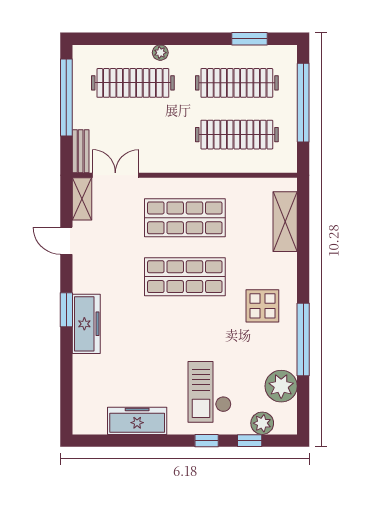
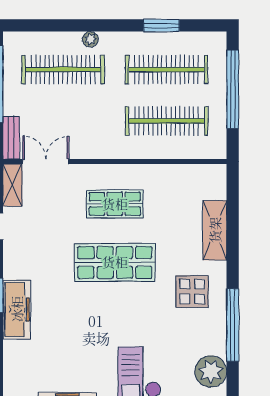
window: (249, 39) -> (161, 25), moved
shop shelf: (185, 218) -> (115, 204), width x0.70, depth x0.74
shelving: (285, 222) -> (215, 230), moved

